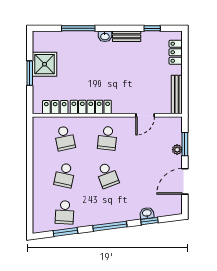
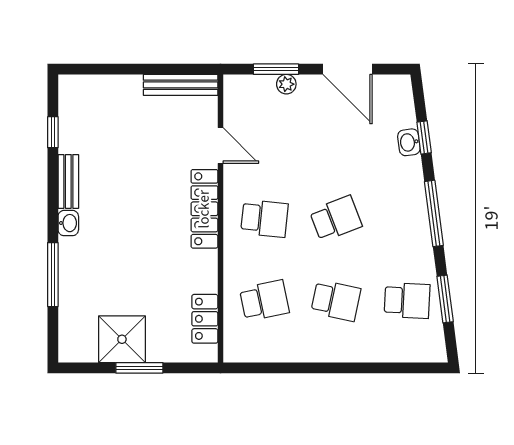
locker: (176, 52) -> (99, 87), removed
locker: (91, 107) -> (204, 209), moved

